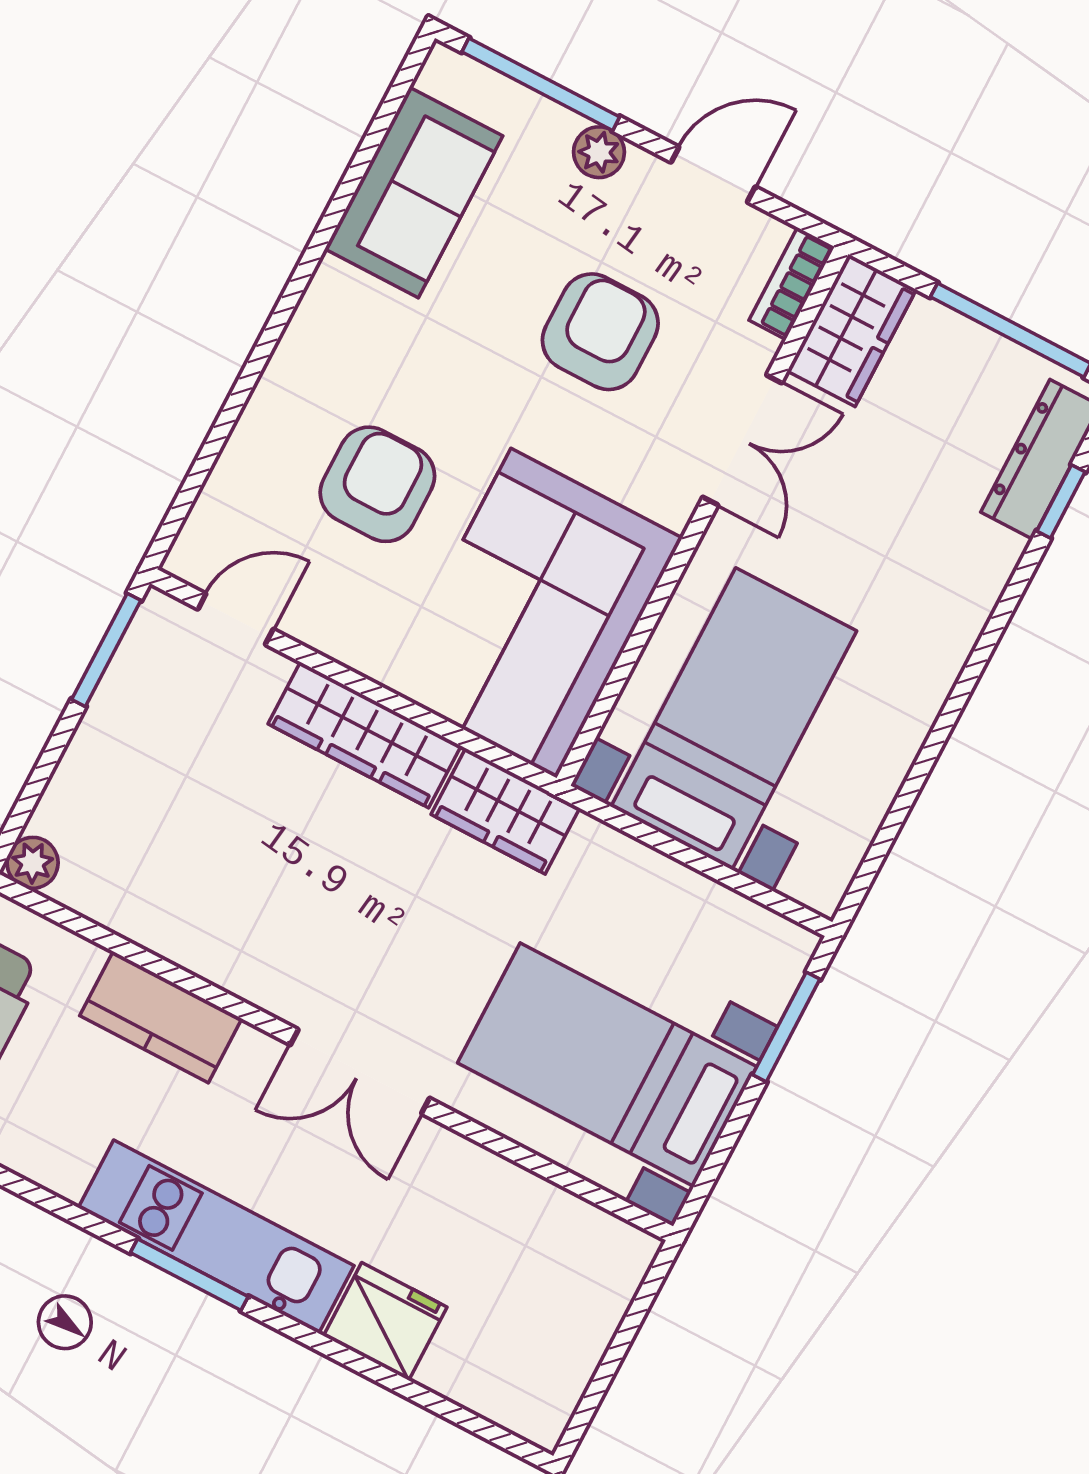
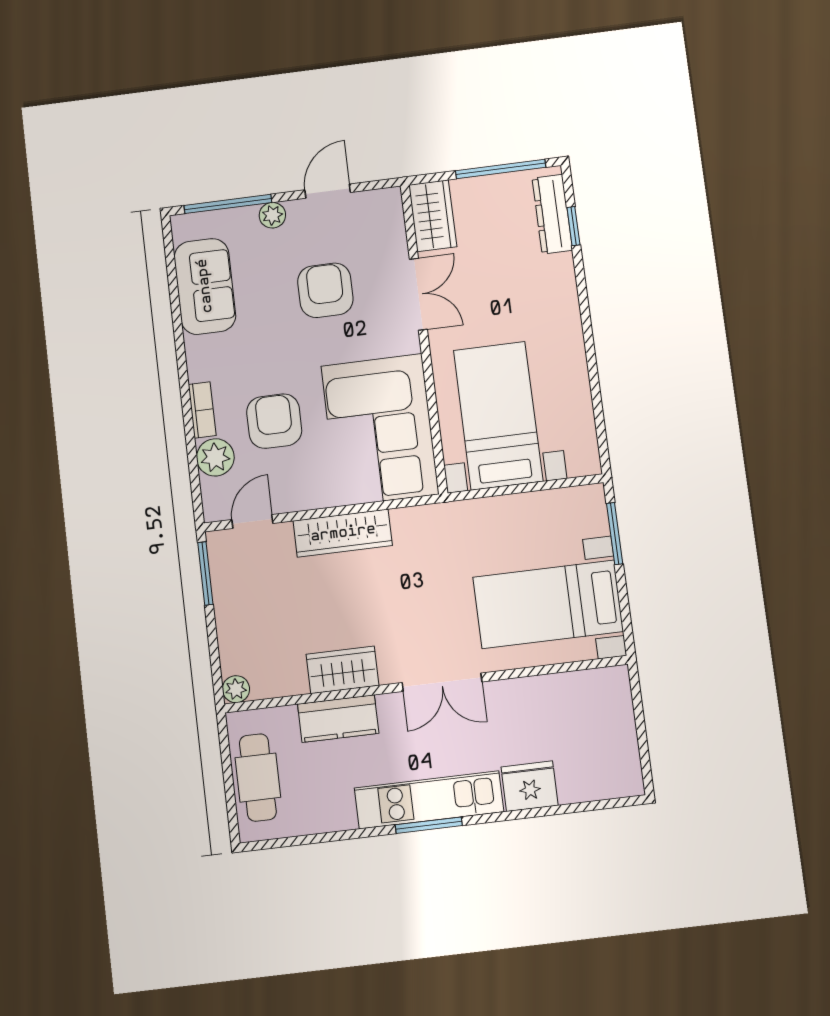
bookcase: (792, 283) -> (202, 410), moved, turned 180
plant: (246, 478) -> (215, 457), added
wardrobe: (505, 811) -> (343, 670), moved, turned 180

